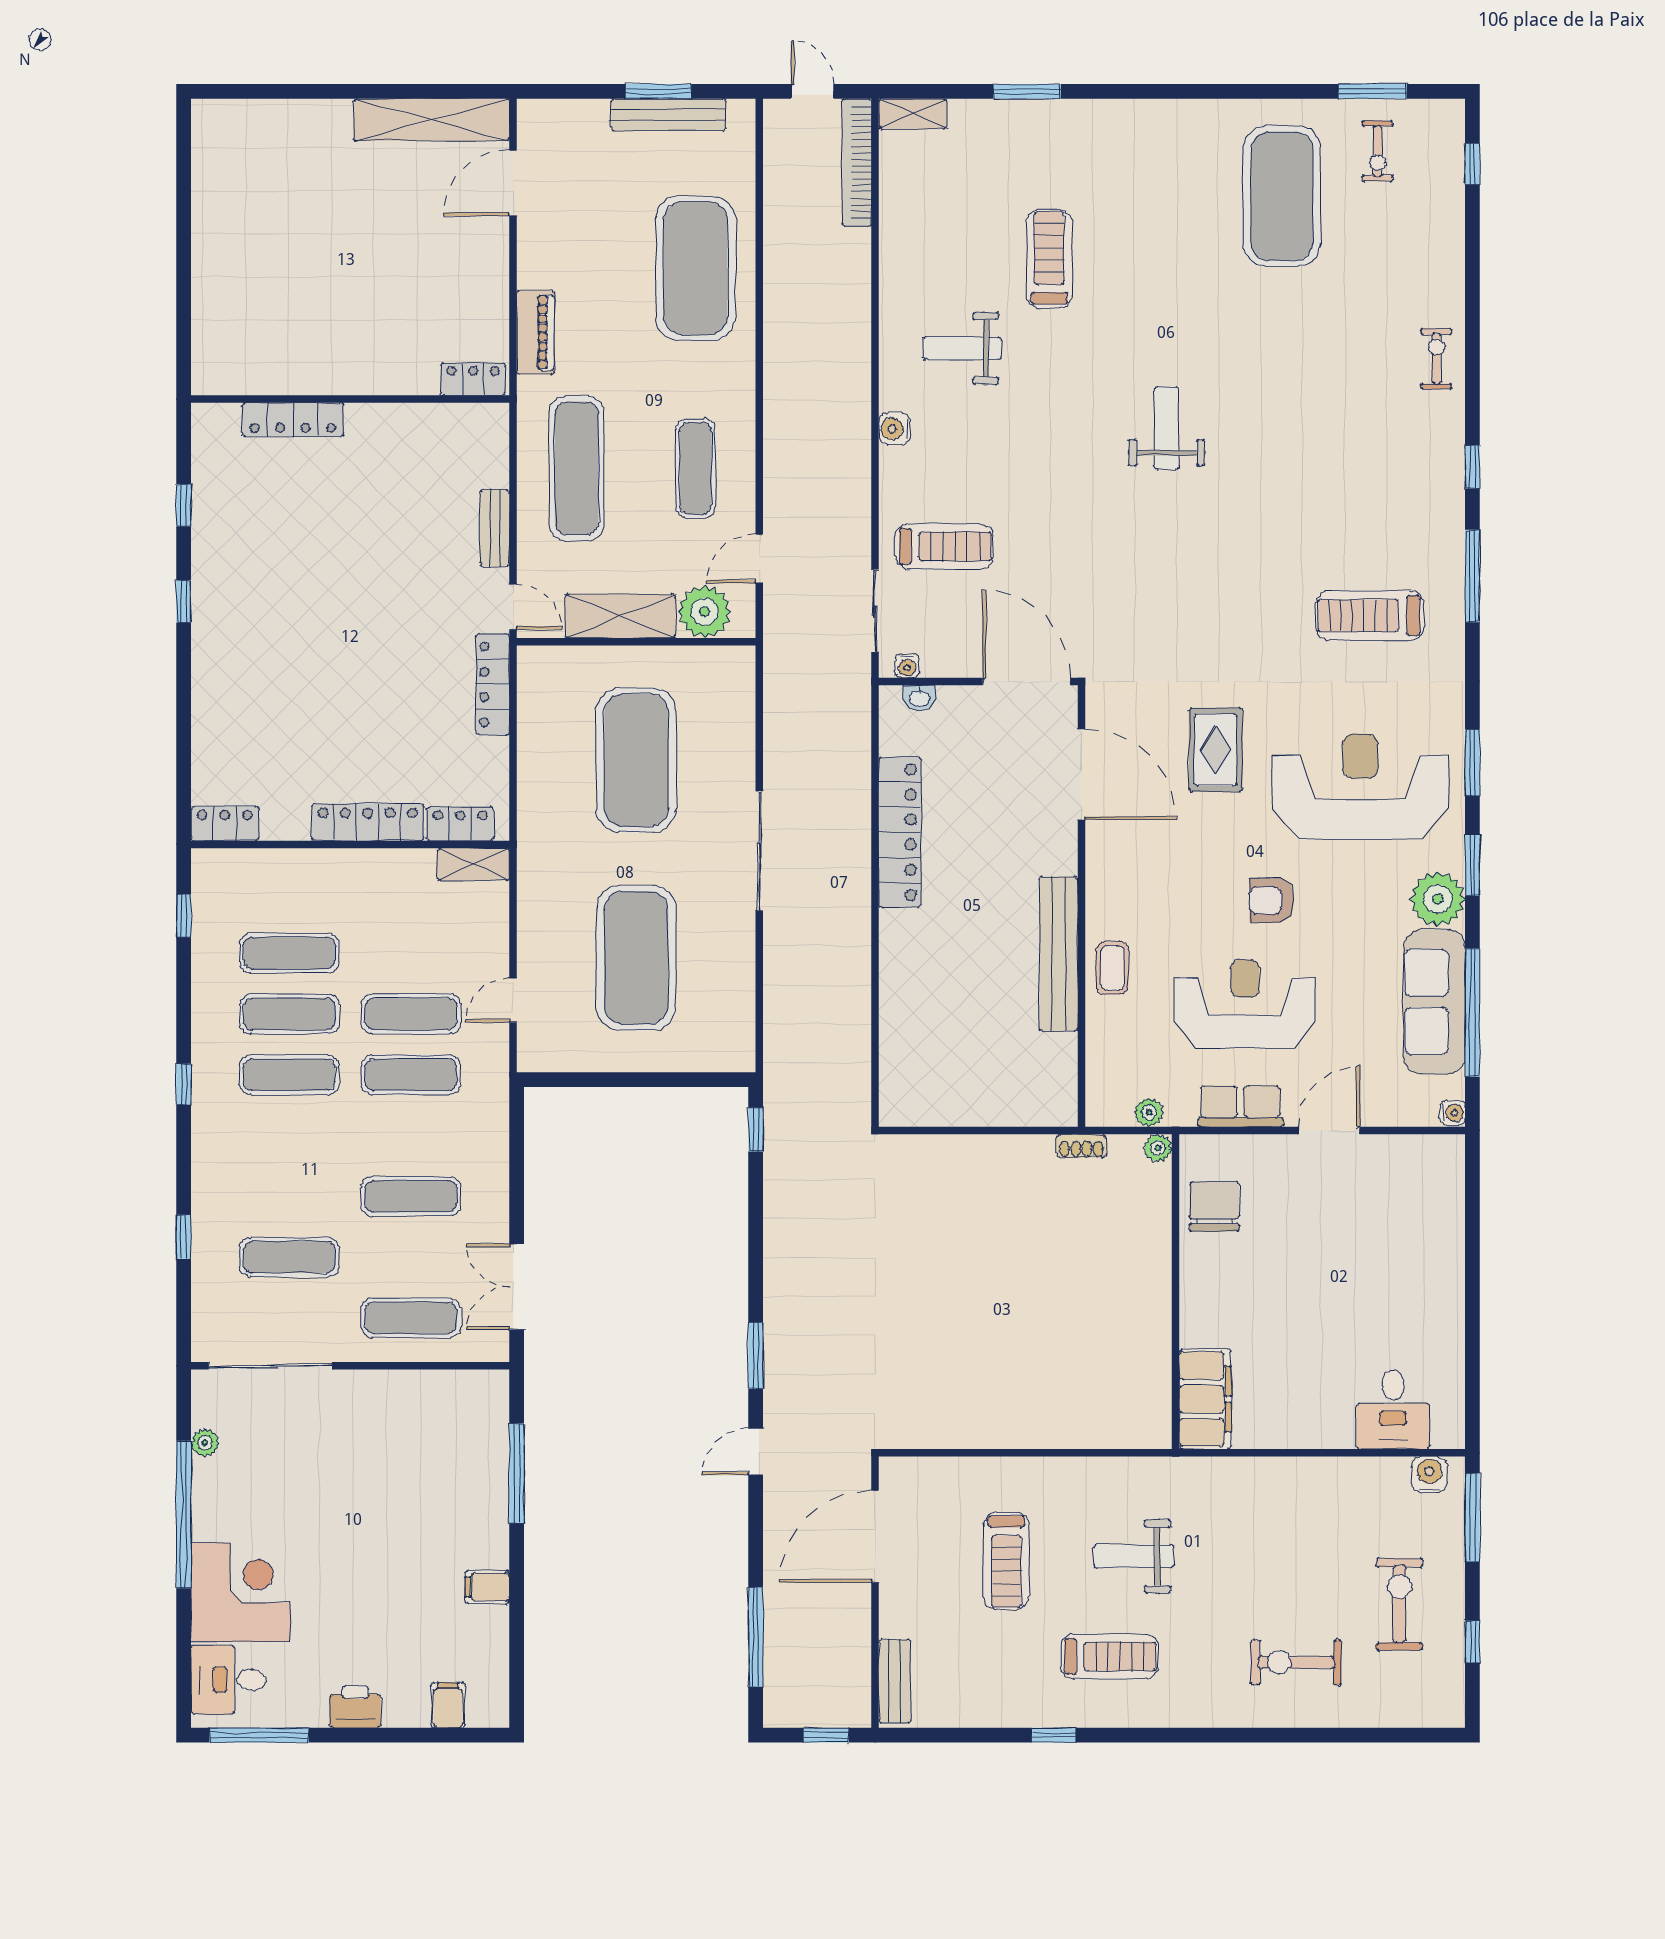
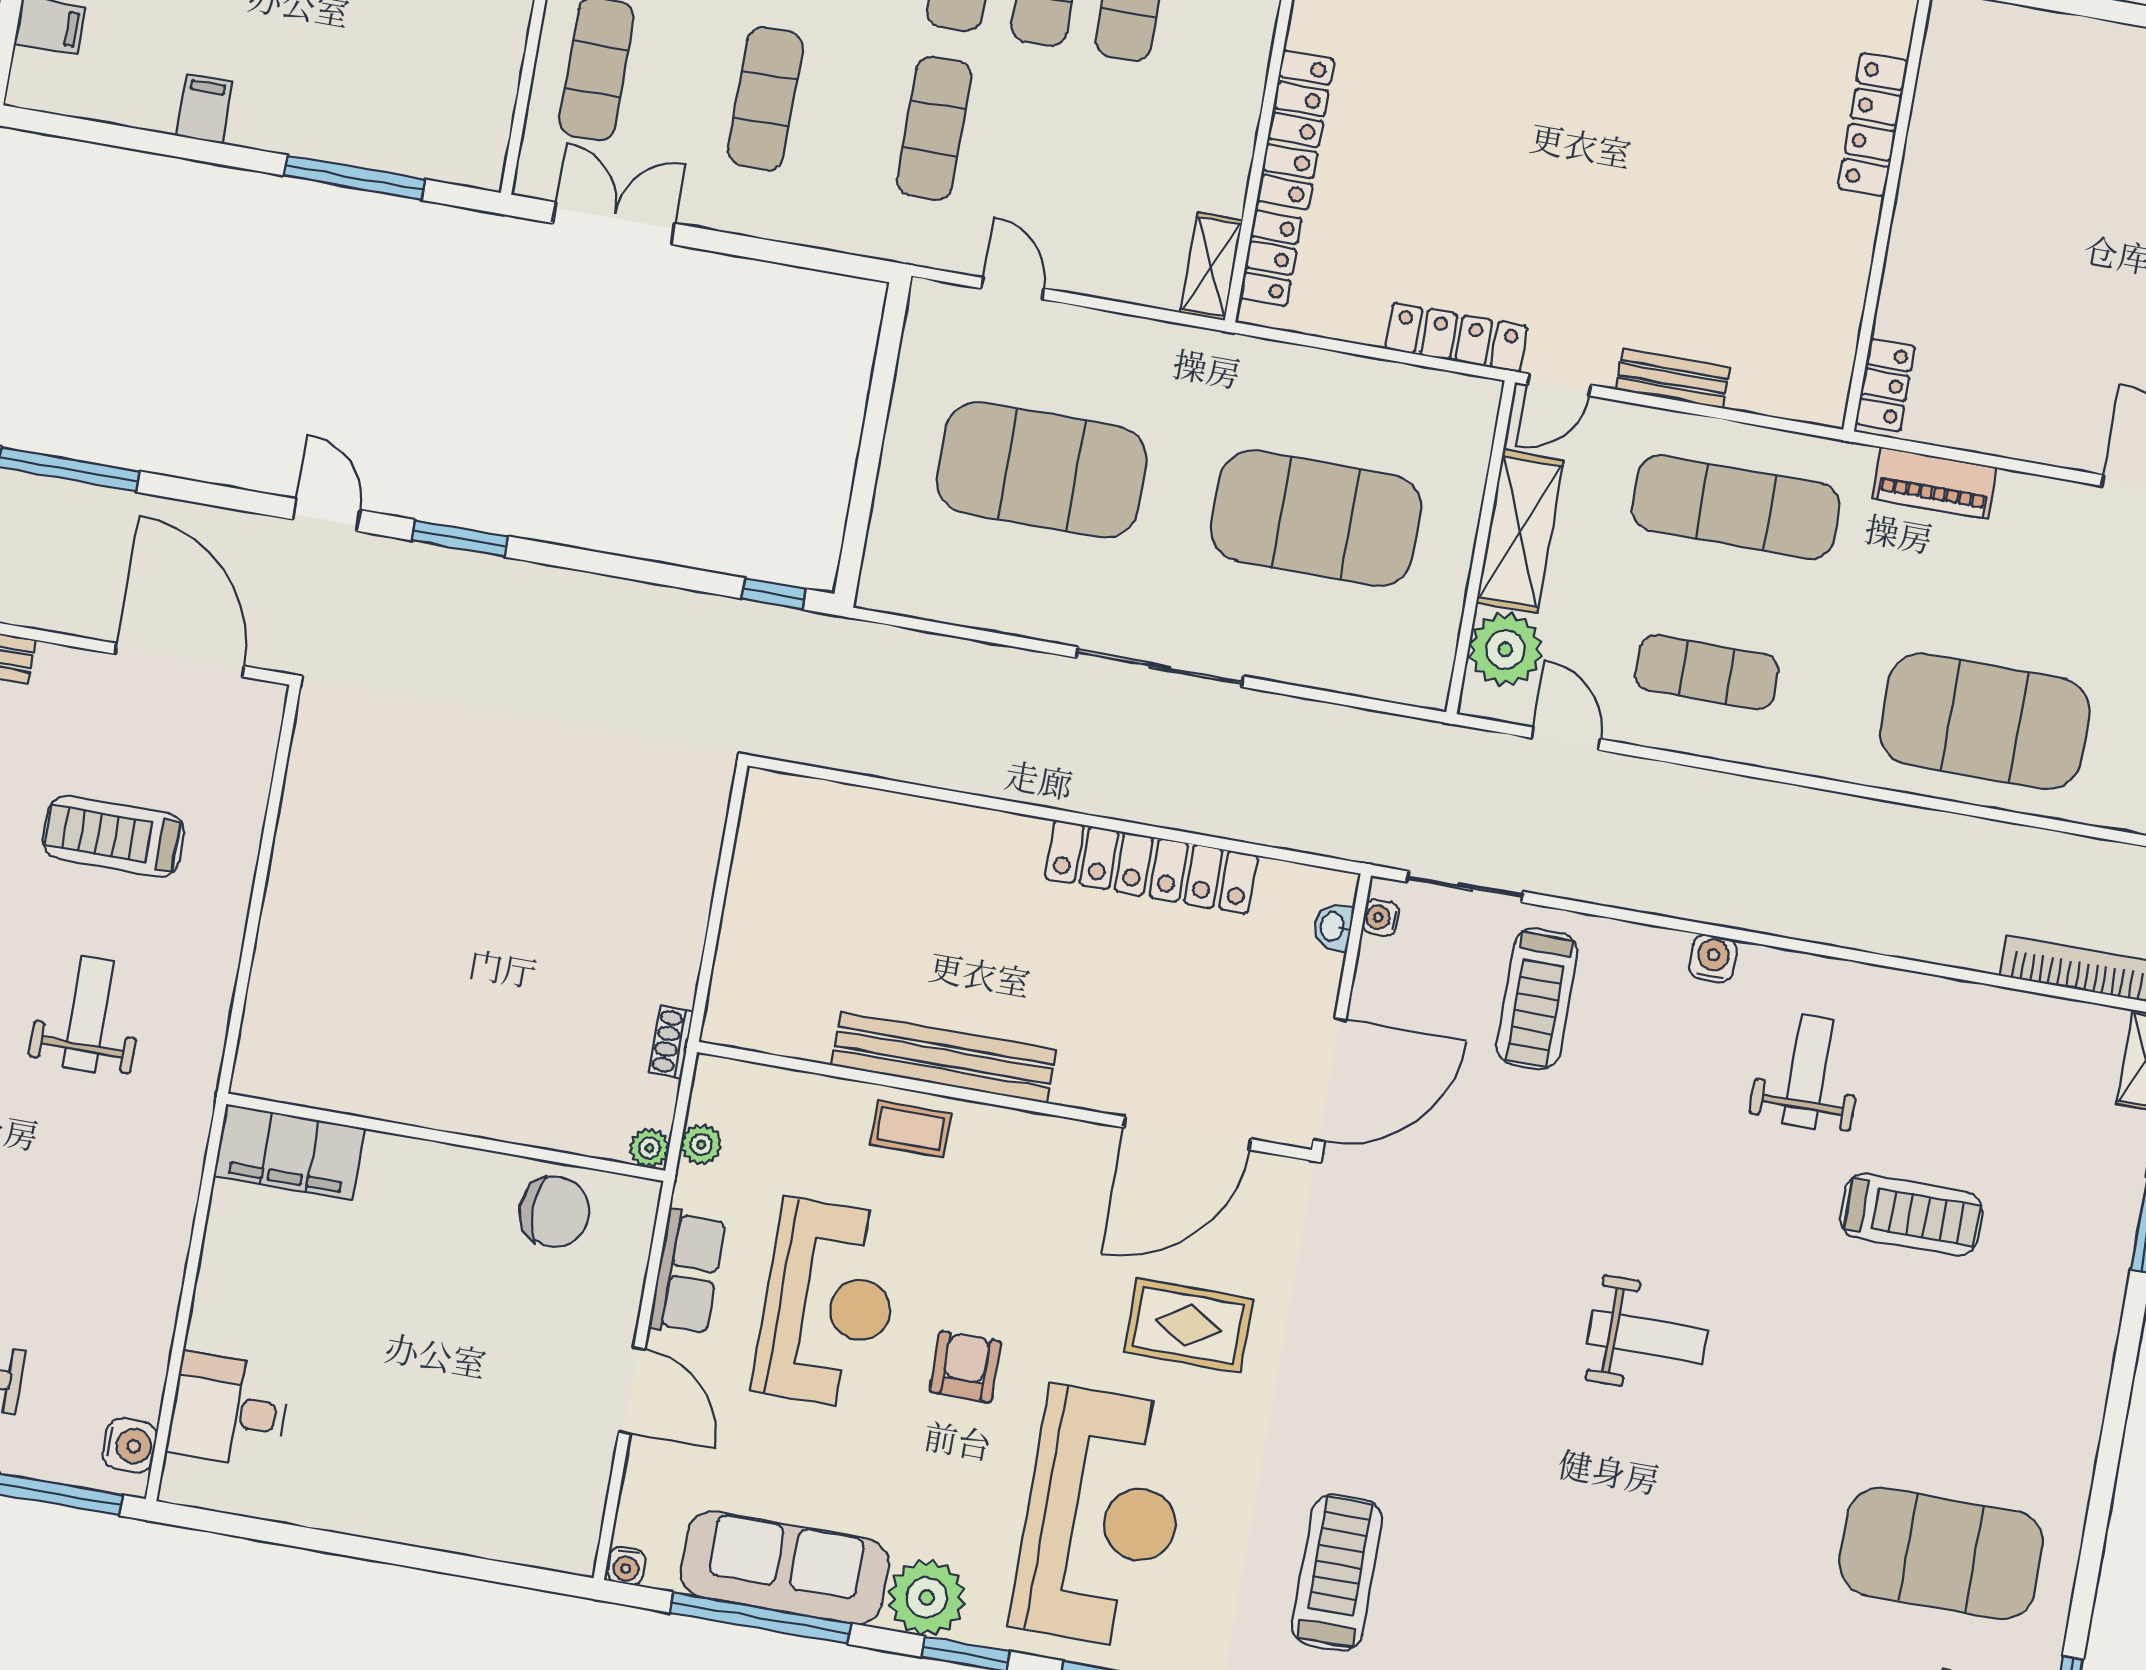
exercise mat: (411, 1014) -> (1019, 143), removed

